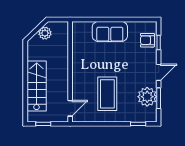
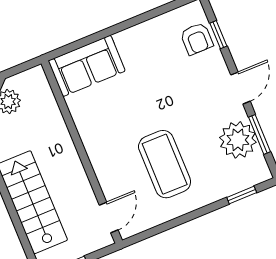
sofa: (110, 31) -> (87, 66), moved
armchair: (147, 40) -> (197, 39), turned -90

